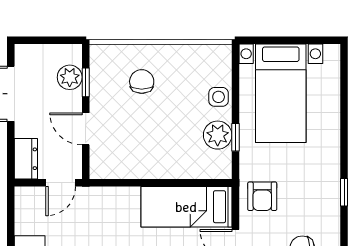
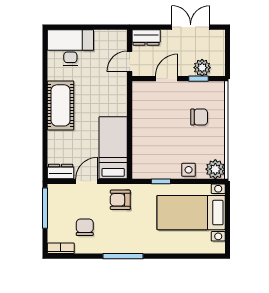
plant: (218, 135) -> (215, 169), moved
door: (61, 183) -> (130, 61), hinge flipped
window: (344, 192) -> (123, 256), width x2.17

